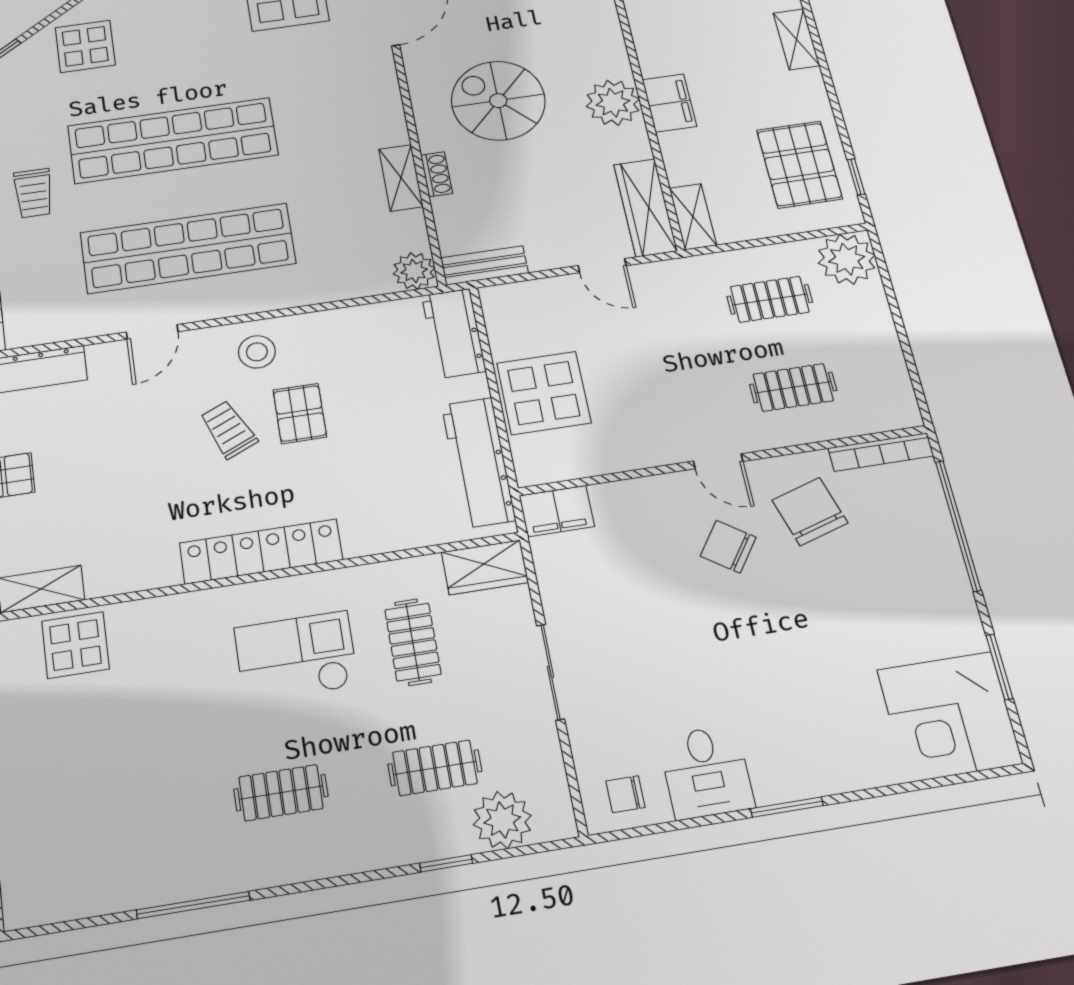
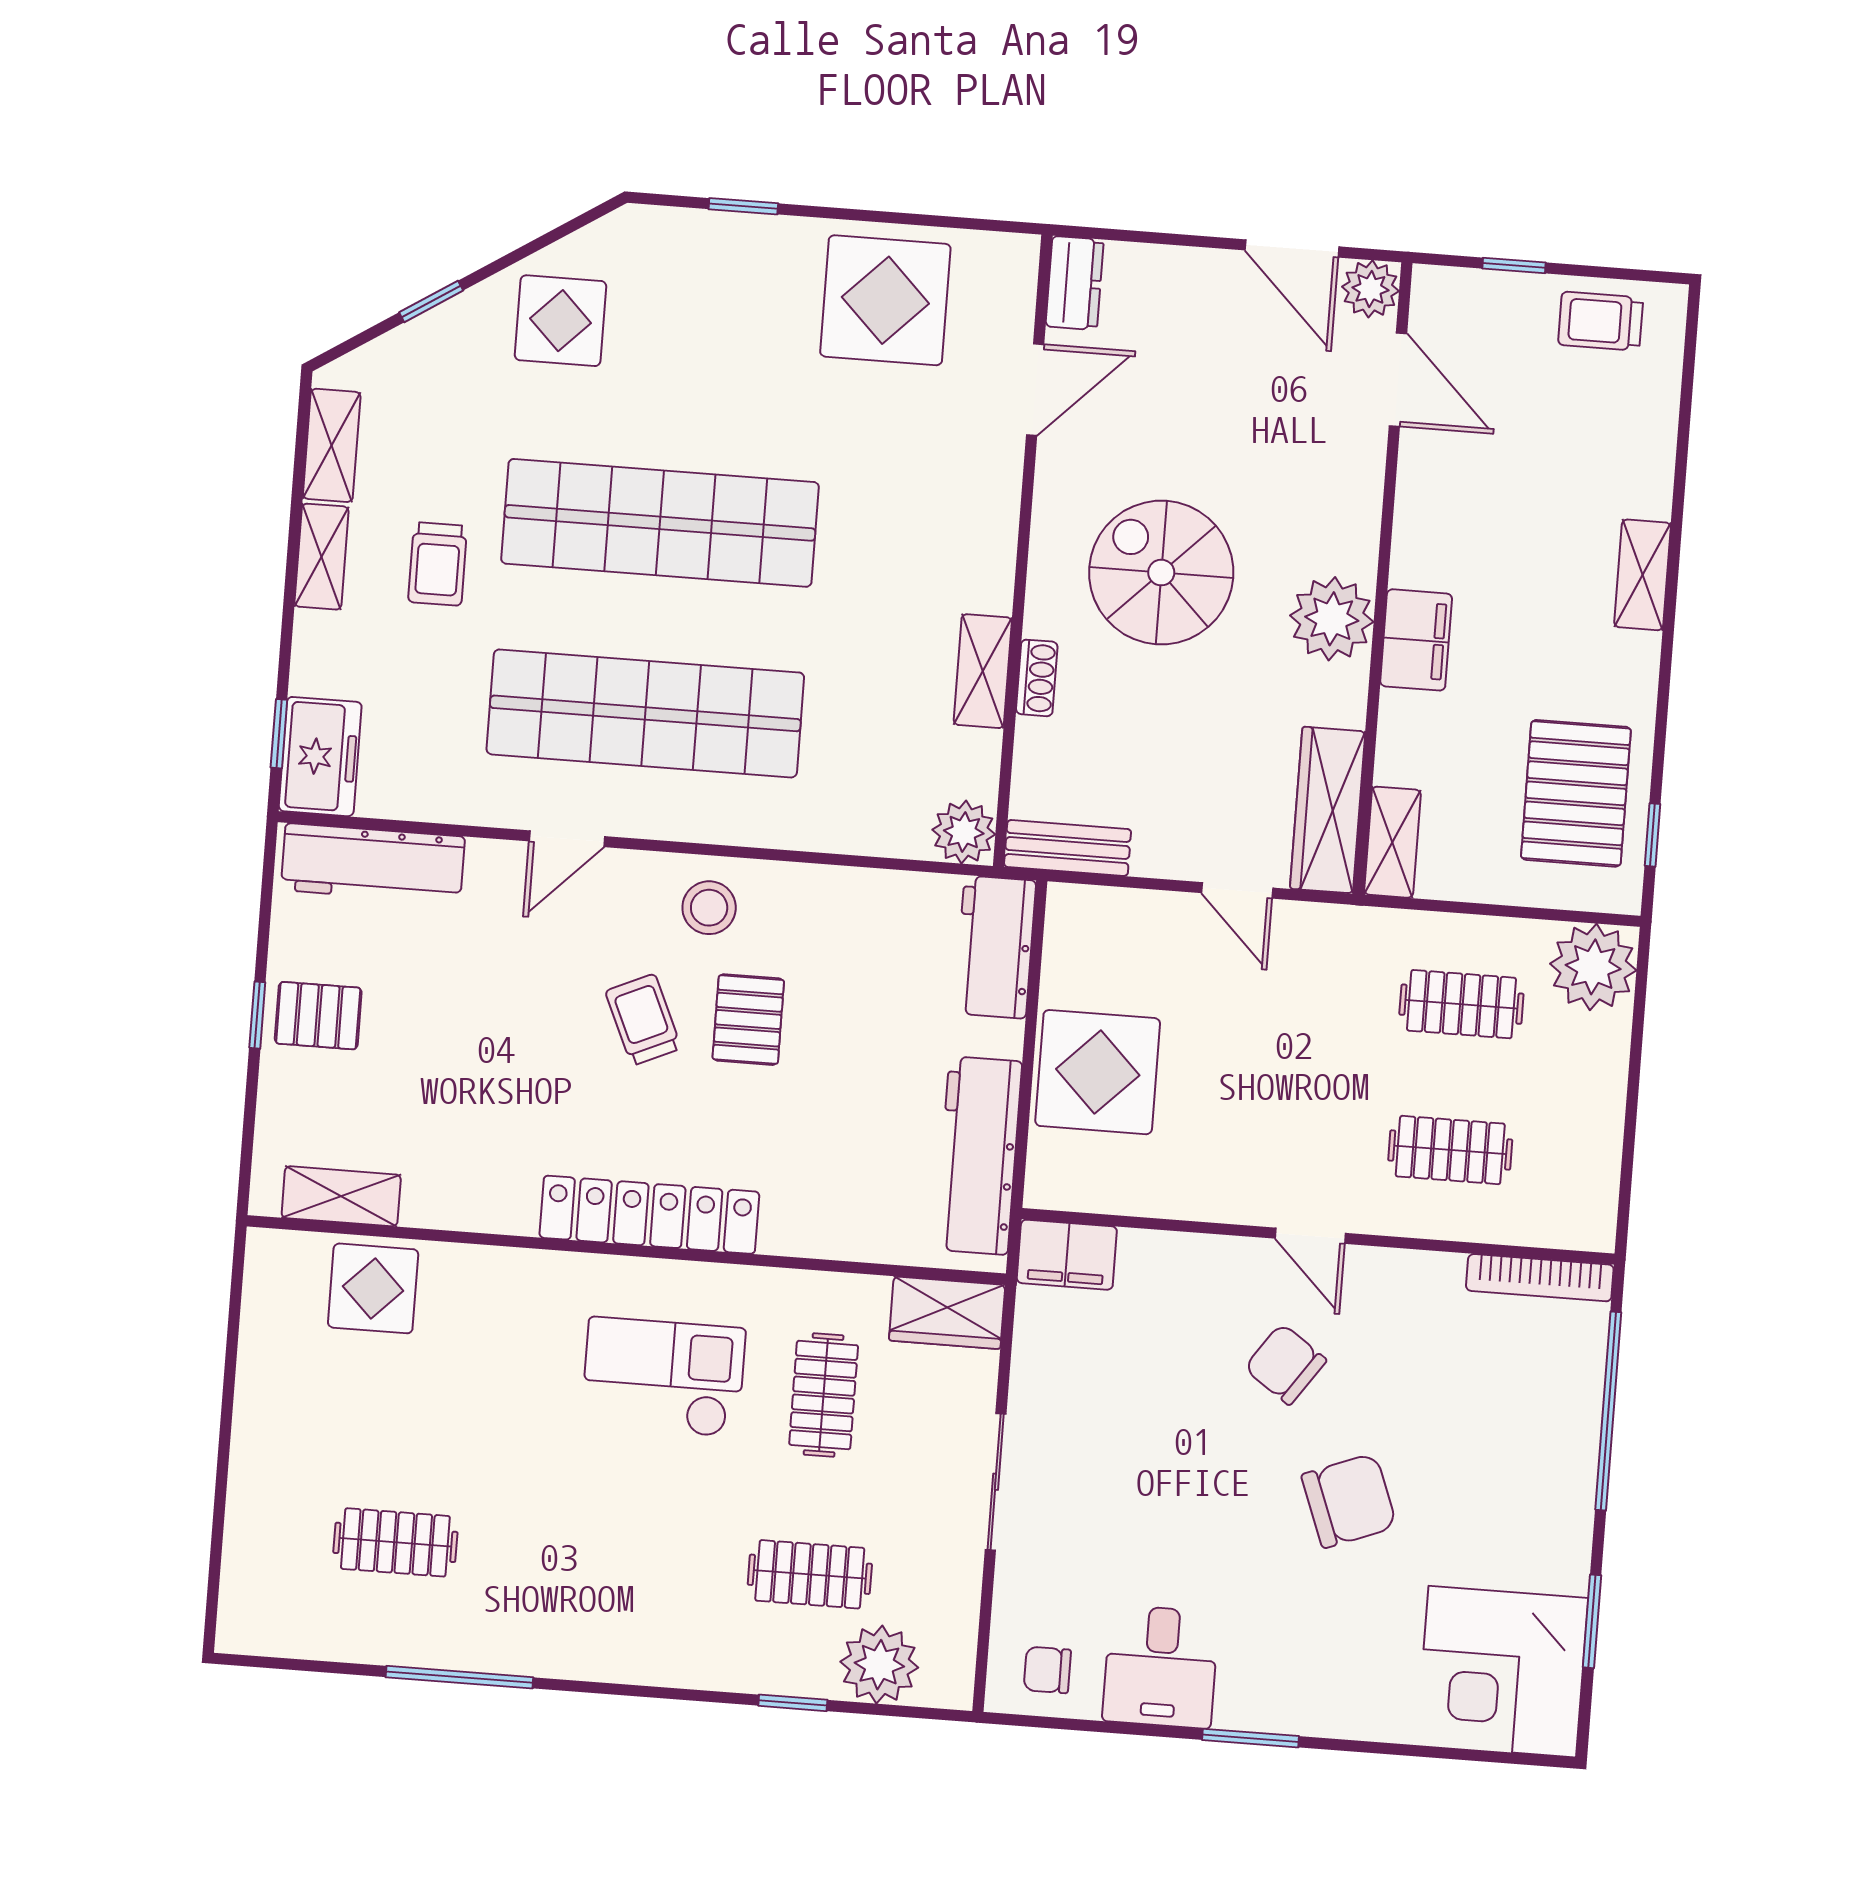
chair: (810, 512) -> (1349, 1501), moved, turned 86
clothes rail: (281, 793) -> (395, 1542), moved

